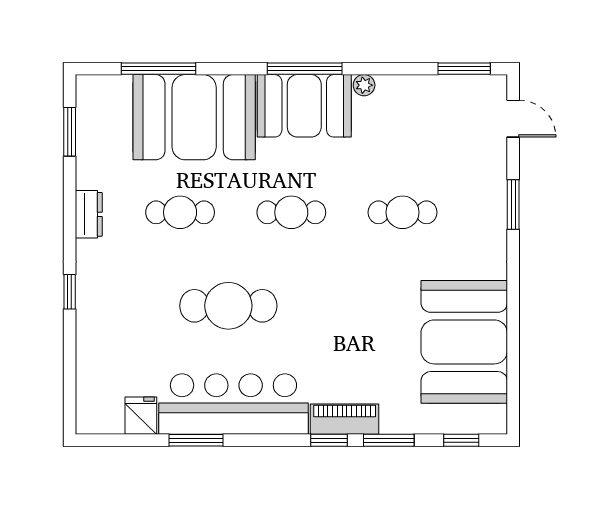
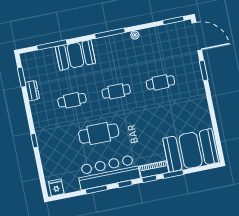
booth: (304, 106) -> (113, 48), removed
booth: (194, 117) -> (75, 55), width x0.73, depth x0.70
door: (513, 119) -> (197, 36), width x1.88
dresser: (89, 214) -> (32, 91), moved
booth: (464, 342) -> (191, 150), moved, turned 90
fridge: (141, 416) -> (56, 188), moved
window: (461, 440) -> (125, 184), moved

